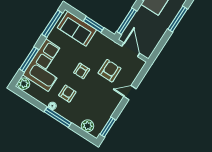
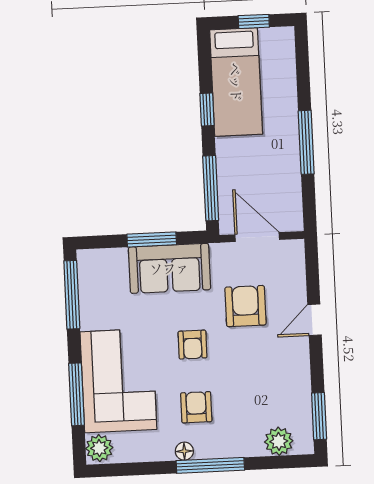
window: (178, 19) -> (306, 142), moved
sofa: (77, 29) -> (169, 268), moved

